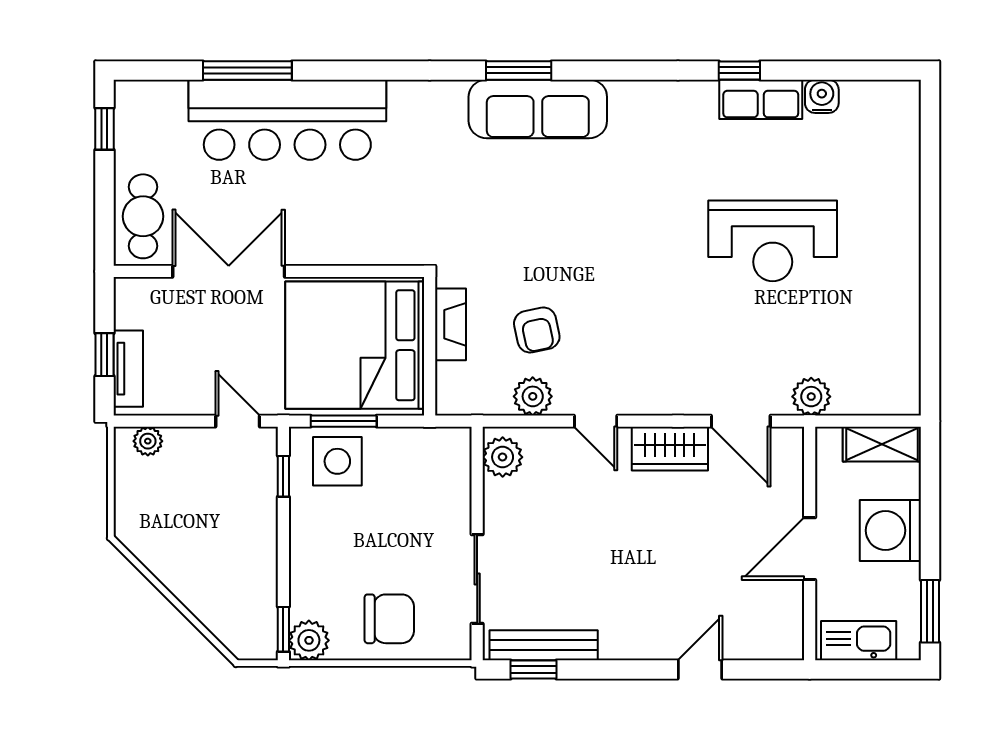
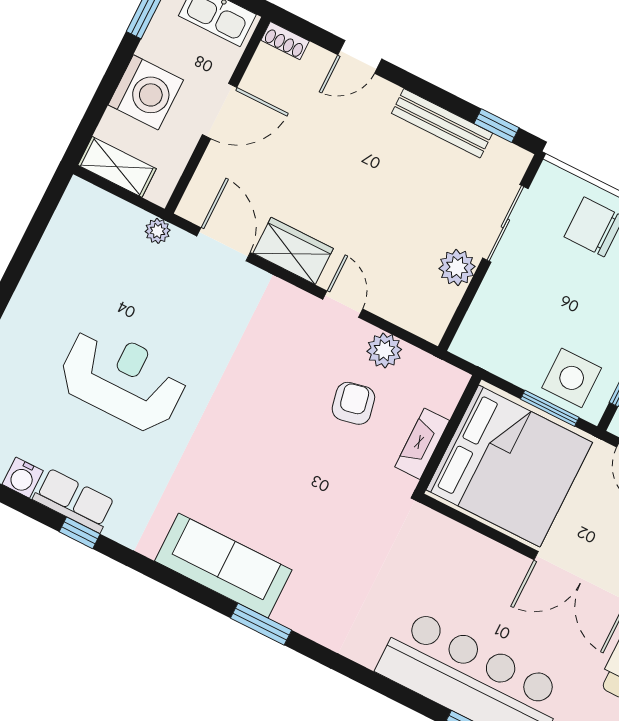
sofa: (538, 109) -> (223, 565), moved
plant: (811, 397) -> (158, 231), width x0.73, depth x0.73
plant: (503, 457) -> (457, 267), moved
bench: (544, 645) -> (442, 123), moved
shoe rack: (780, 649) -> (285, 41), added

